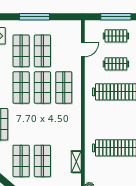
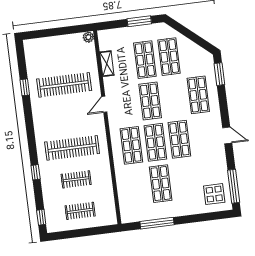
window: (35, 17) -> (157, 223), moved
window: (116, 17) -> (83, 233), removed
door: (83, 50) -> (104, 104), moved
shop shelf: (21, 51) -> (150, 101), moved

